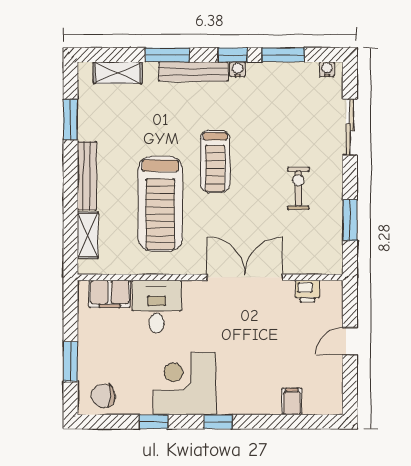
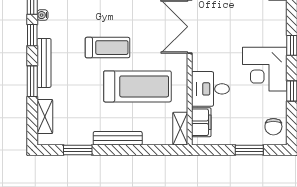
water cooler: (238, 69) -> (42, 15), moved
shelving: (88, 235) -> (180, 128), moved, turned 90

